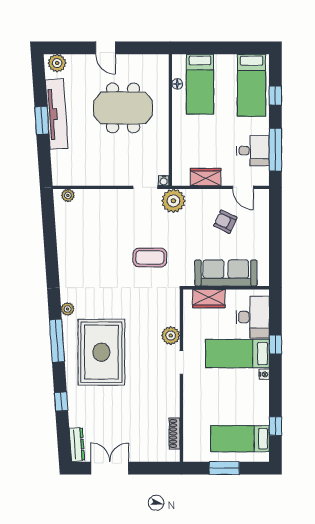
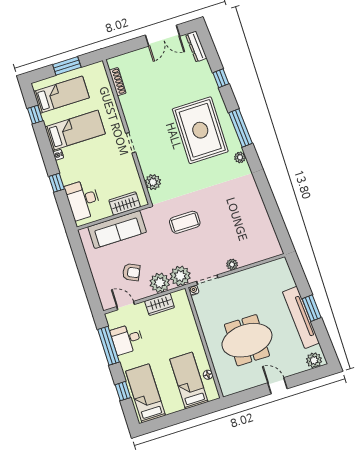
plant: (68, 195) -> (232, 264), moved
plant: (198, 200) -> (160, 283), added
plant: (171, 335) -> (153, 182), moved
bed: (237, 354) -> (75, 130), moved

